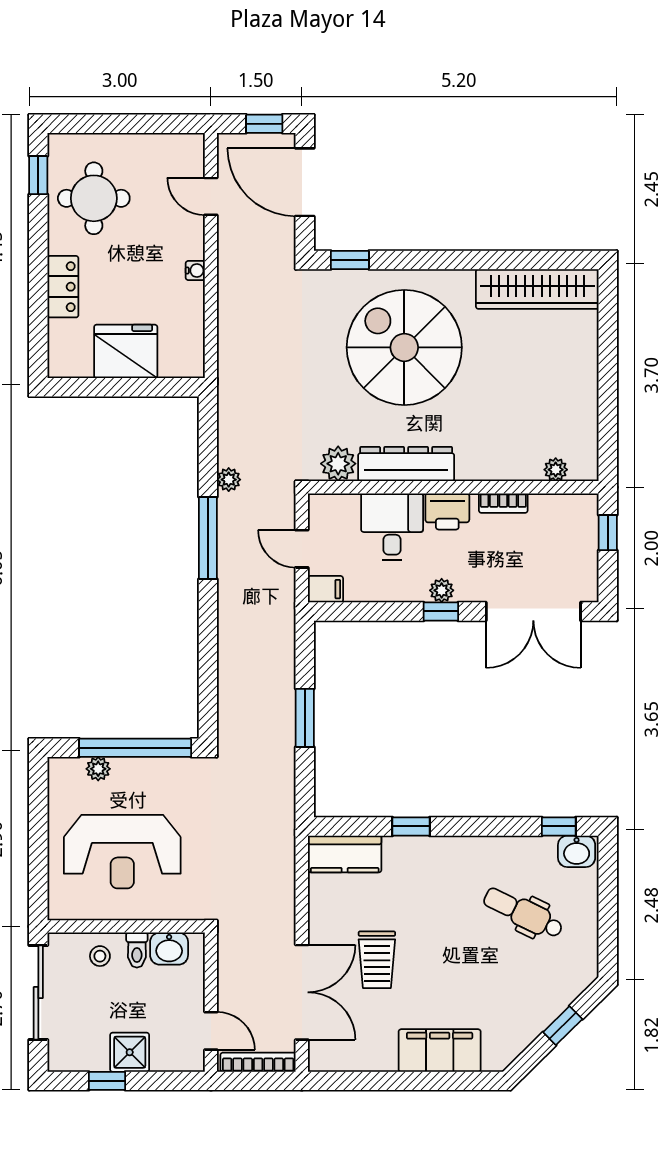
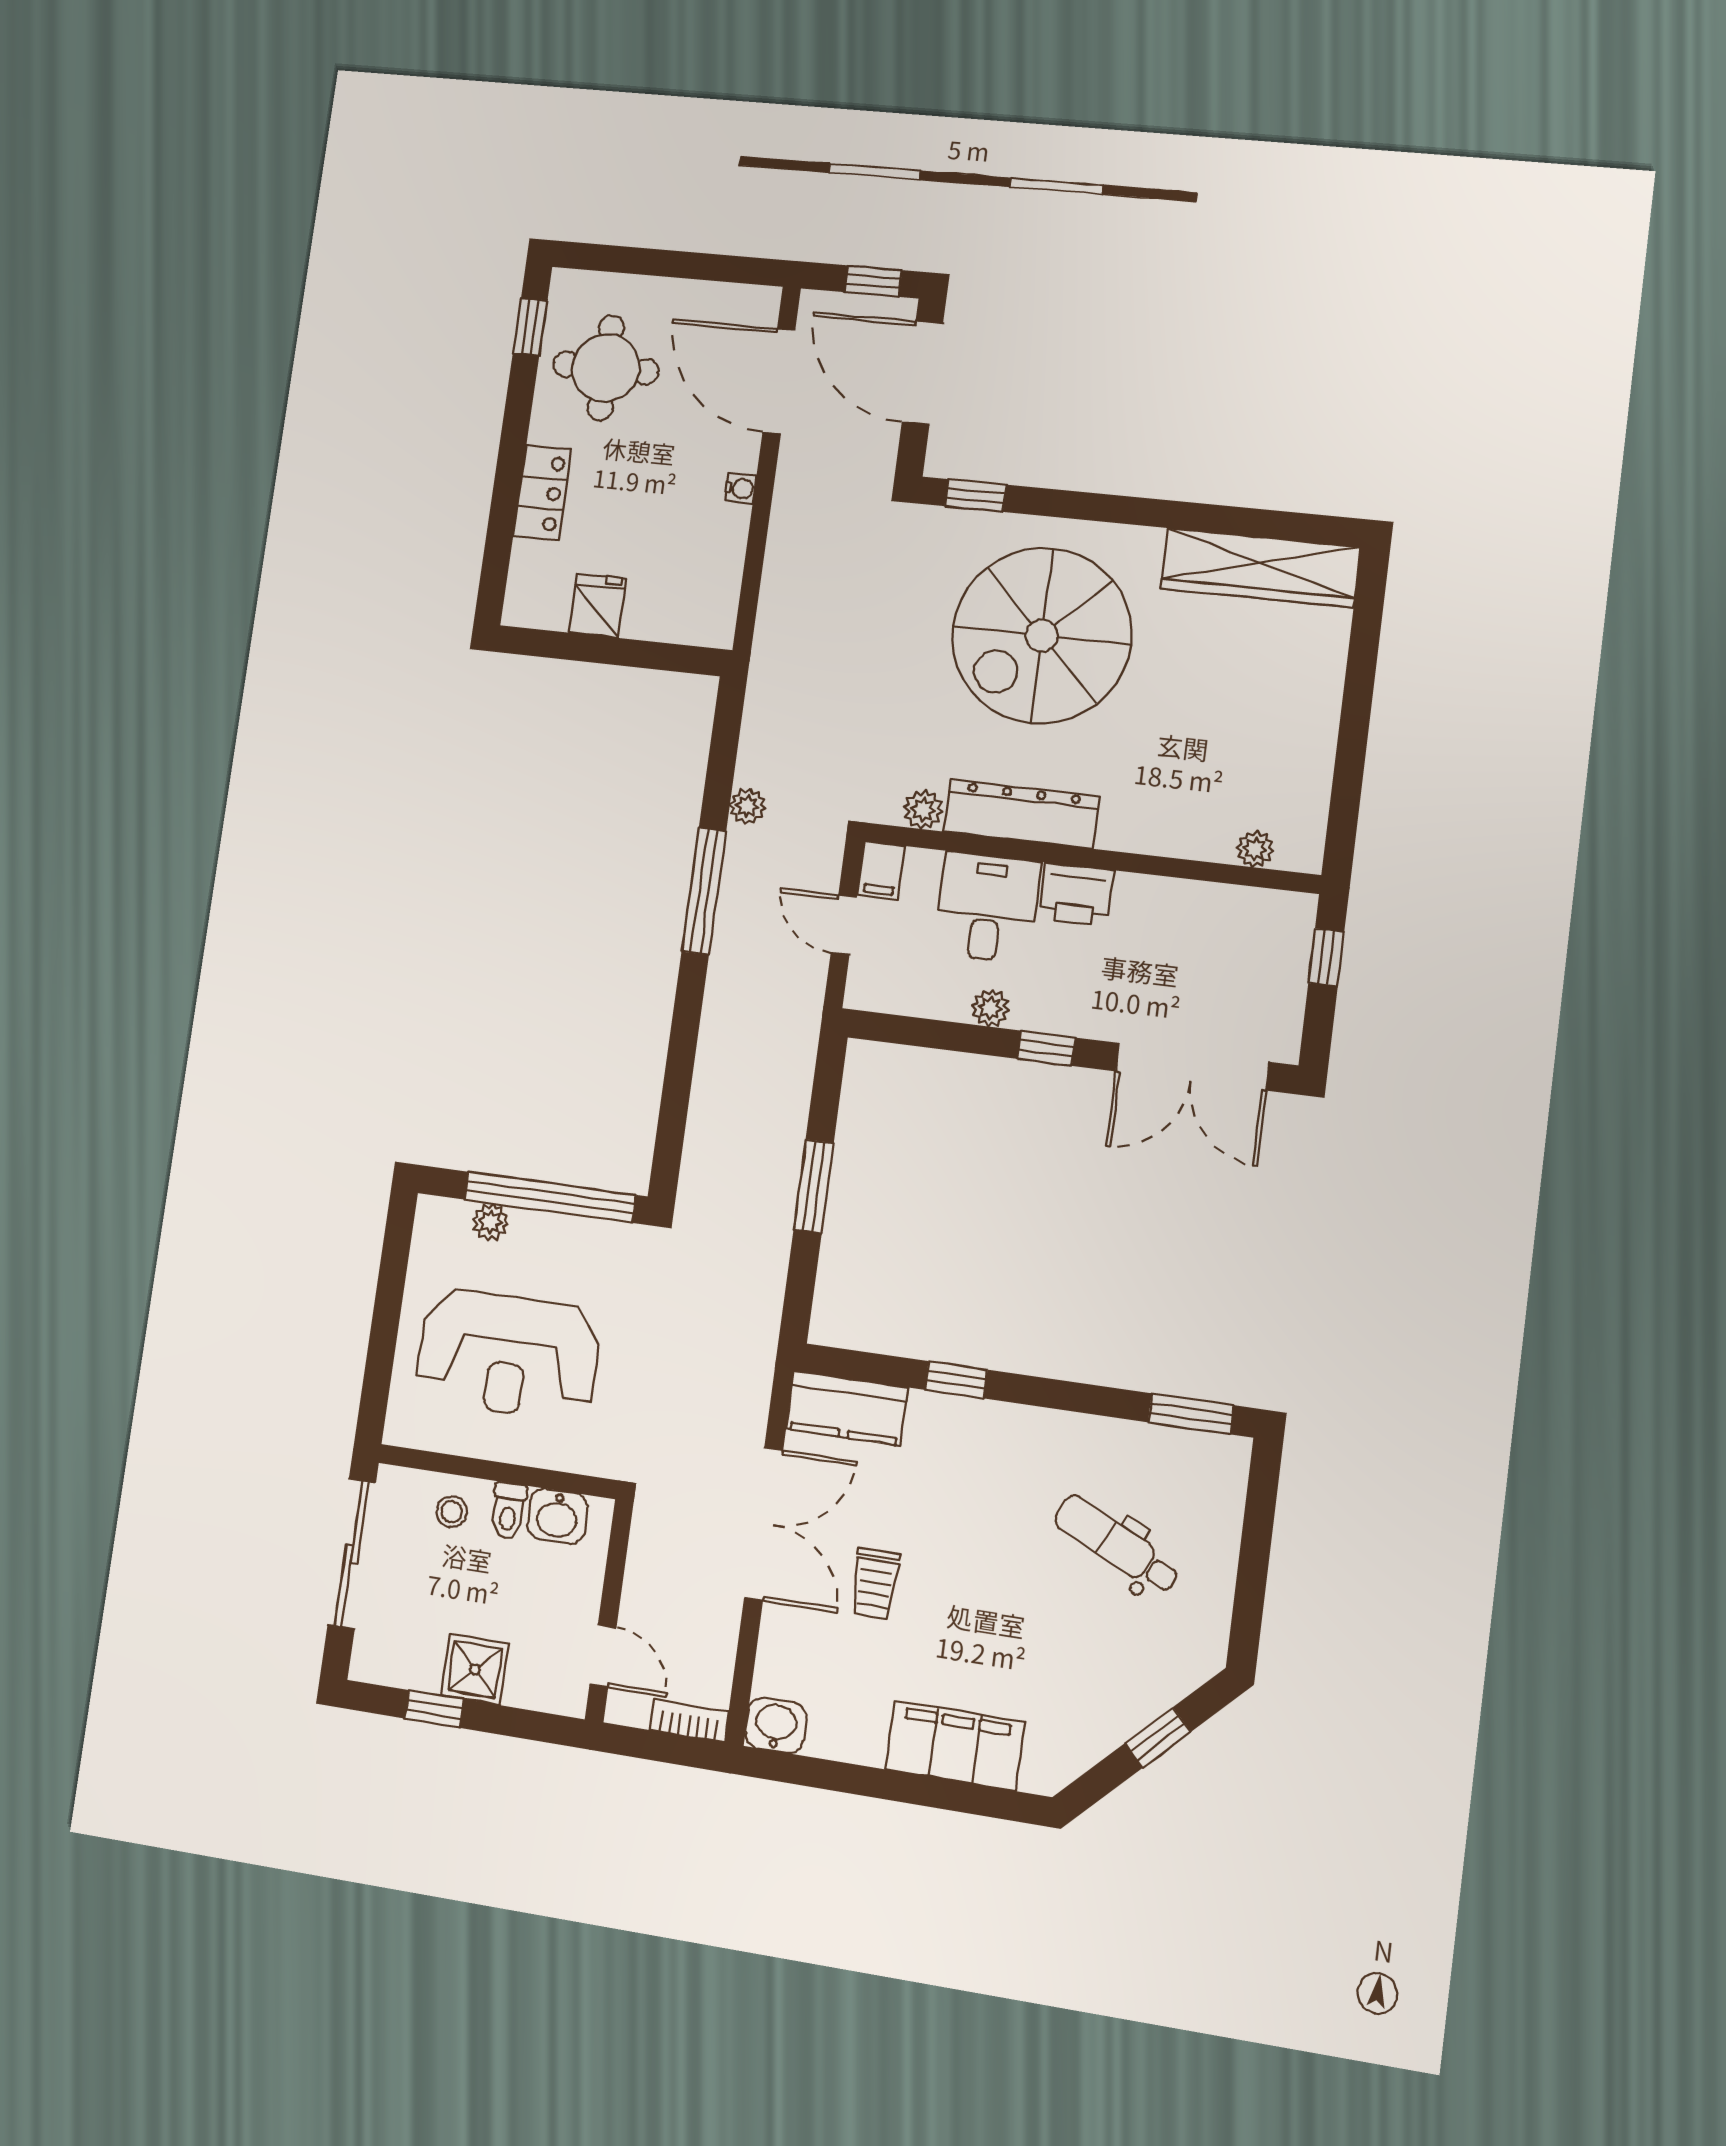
door: (211, 196) -> (779, 381), width x1.87
spiral stairs: (404, 347) -> (1042, 636), turned -90
fridge: (126, 351) -> (597, 606), width x0.53, depth x0.75
plant: (338, 464) -> (923, 810), width x0.73, depth x0.73
bookcase: (503, 503) -> (1166, 892), removed
filing cabinet: (325, 589) -> (881, 870), moved, turned 90
plant: (442, 590) -> (990, 1008), moved
window: (559, 826) -> (1191, 1414), width x1.50
washbasin: (577, 851) -> (776, 1725), moved, turned 180
trolley: (377, 960) -> (875, 1584), width x0.73, depth x0.72
double door: (302, 992) -> (764, 1524), moved
bookcase: (258, 1062) -> (689, 1721), width x0.64

